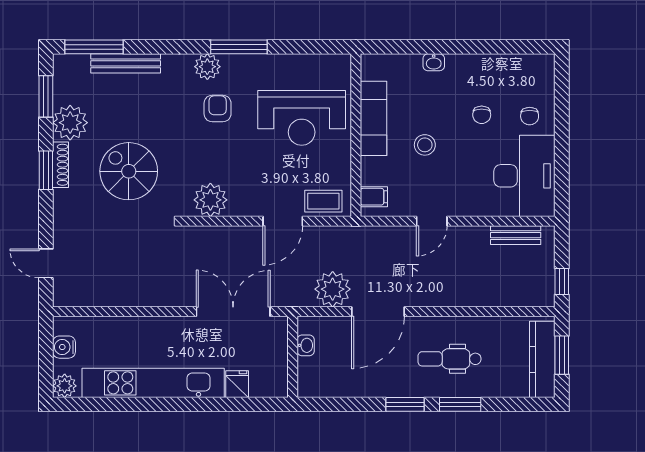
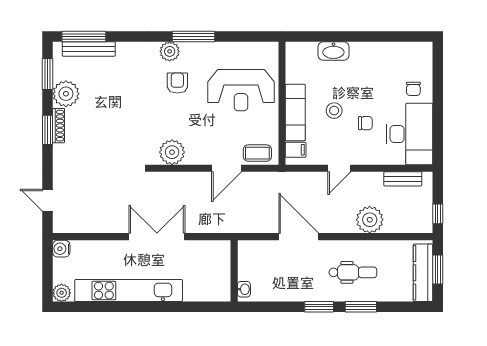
washbasin: (434, 62) -> (333, 51), width x1.91, depth x1.45
bench: (126, 63) -> (89, 49), moved
chair: (482, 115) -> (365, 123), moved, turned -90
exam couch: (373, 118) -> (295, 113), moved
spiral stairs: (129, 171) -> (110, 130), removed
plant: (333, 289) -> (370, 220), moved
double door: (233, 312) -> (157, 237), moved
door: (378, 312) -> (299, 237), swing flipped
washbasin: (306, 345) -> (244, 289), moved
water cooler: (64, 347) -> (61, 249), moved
dental chair: (450, 359) -> (353, 272), turned 180
fridge: (237, 384) -> (192, 292), removed

